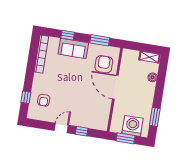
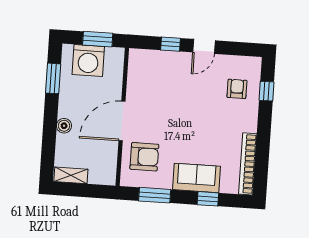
armchair: (104, 64) -> (144, 157), turned -90
boiler: (153, 77) -> (64, 126), moved
door: (115, 87) -> (122, 121), swing flipped

